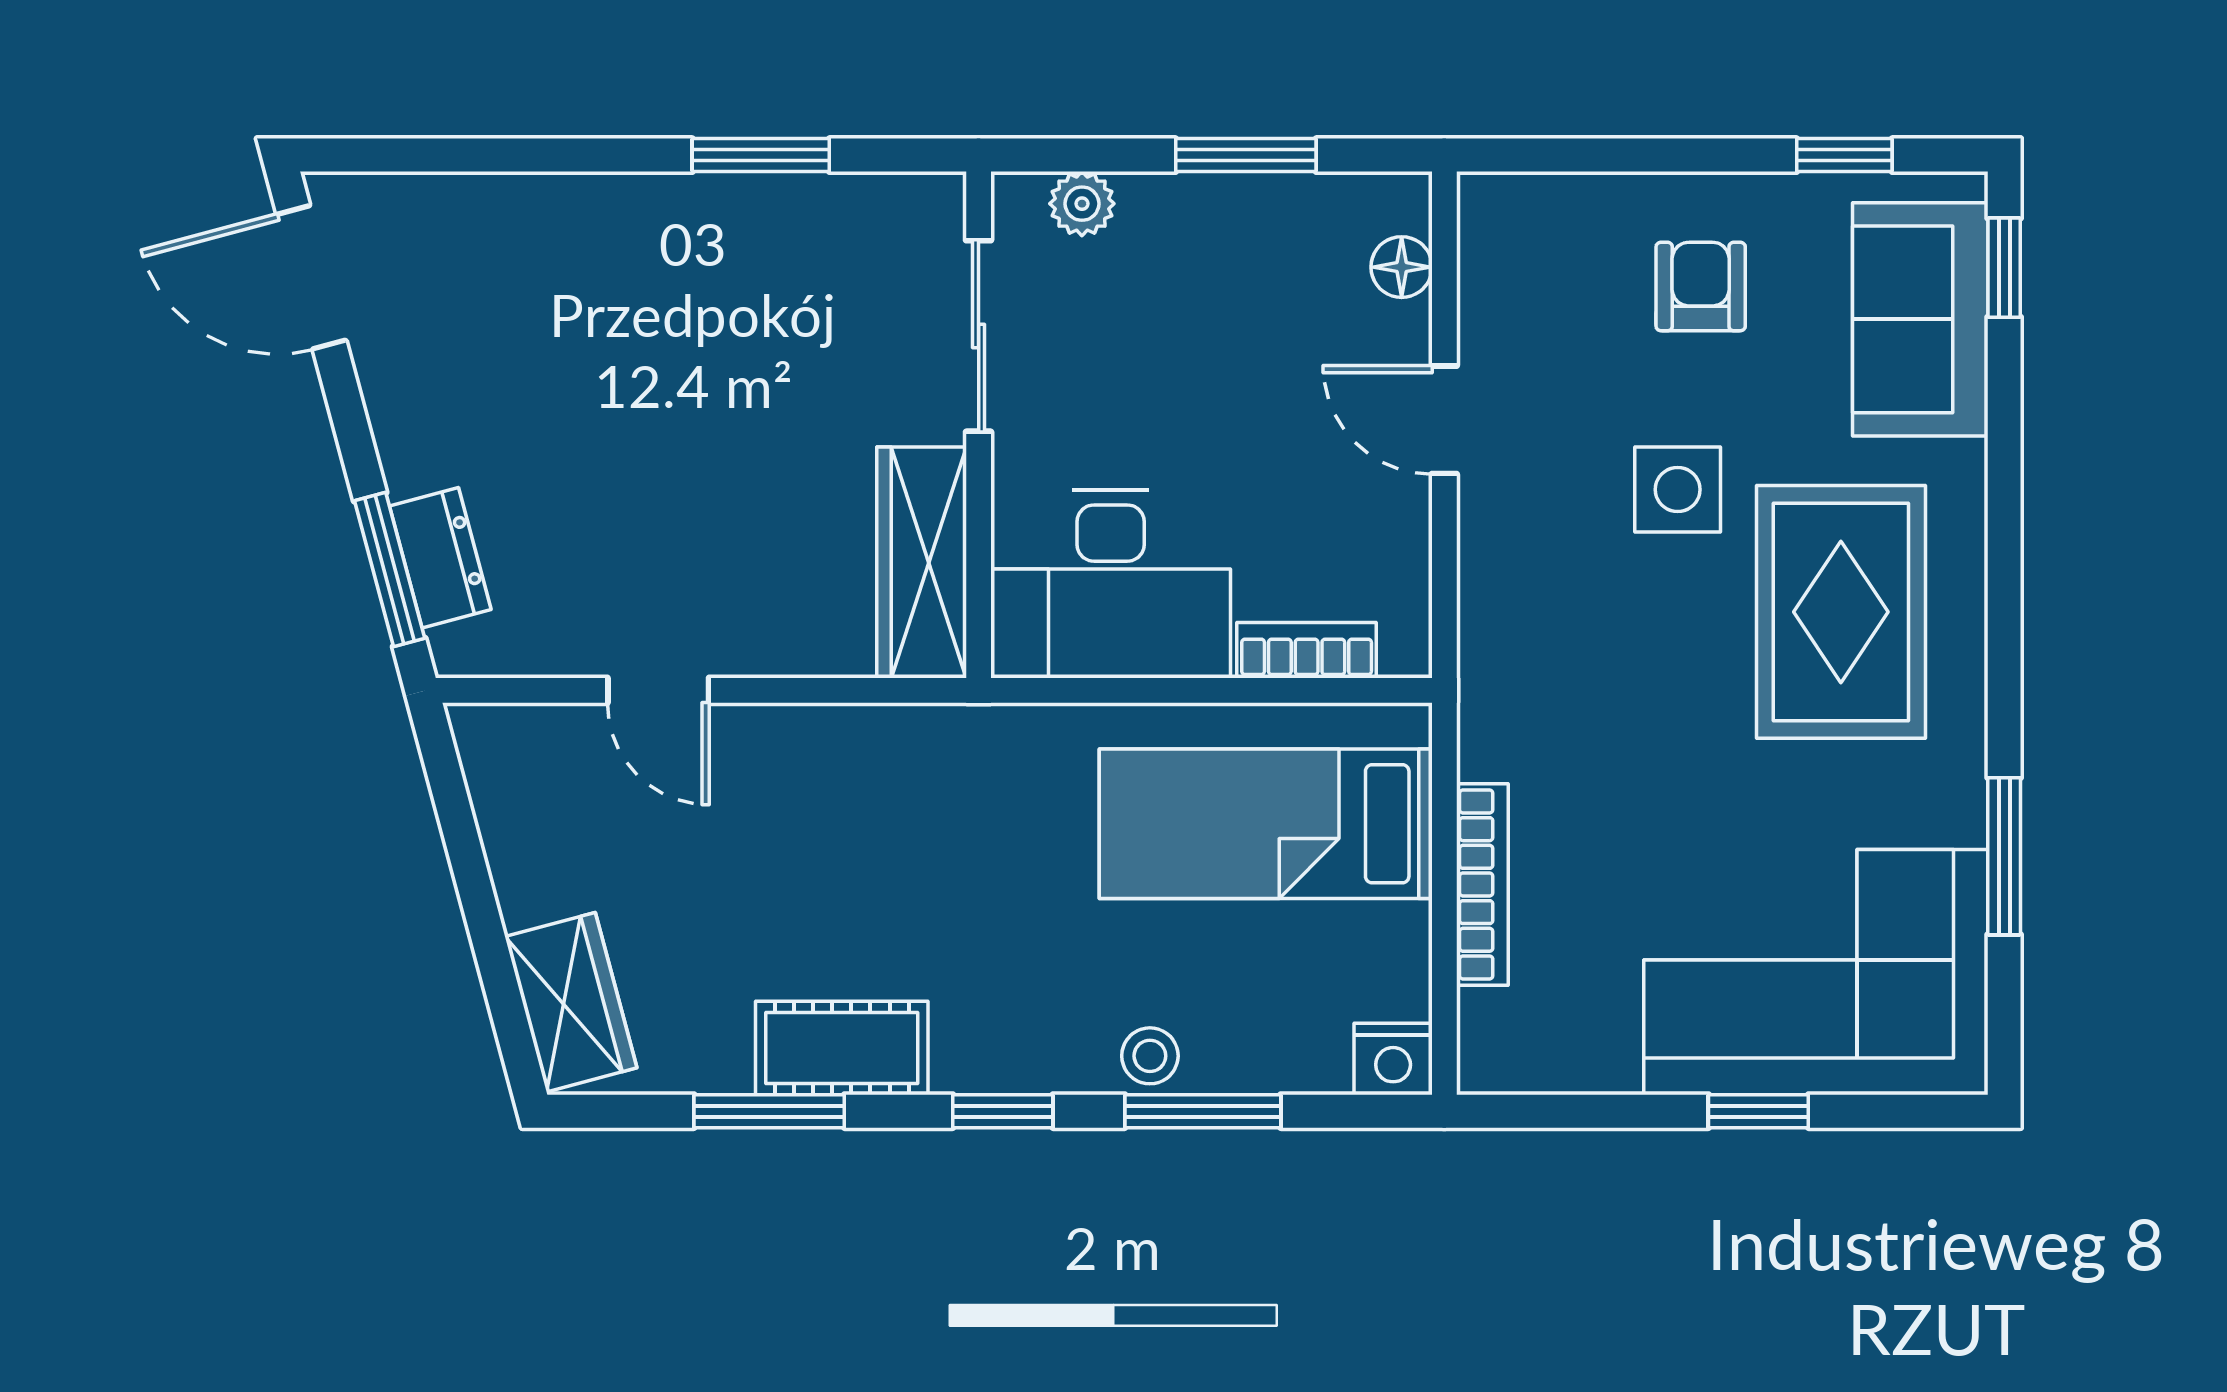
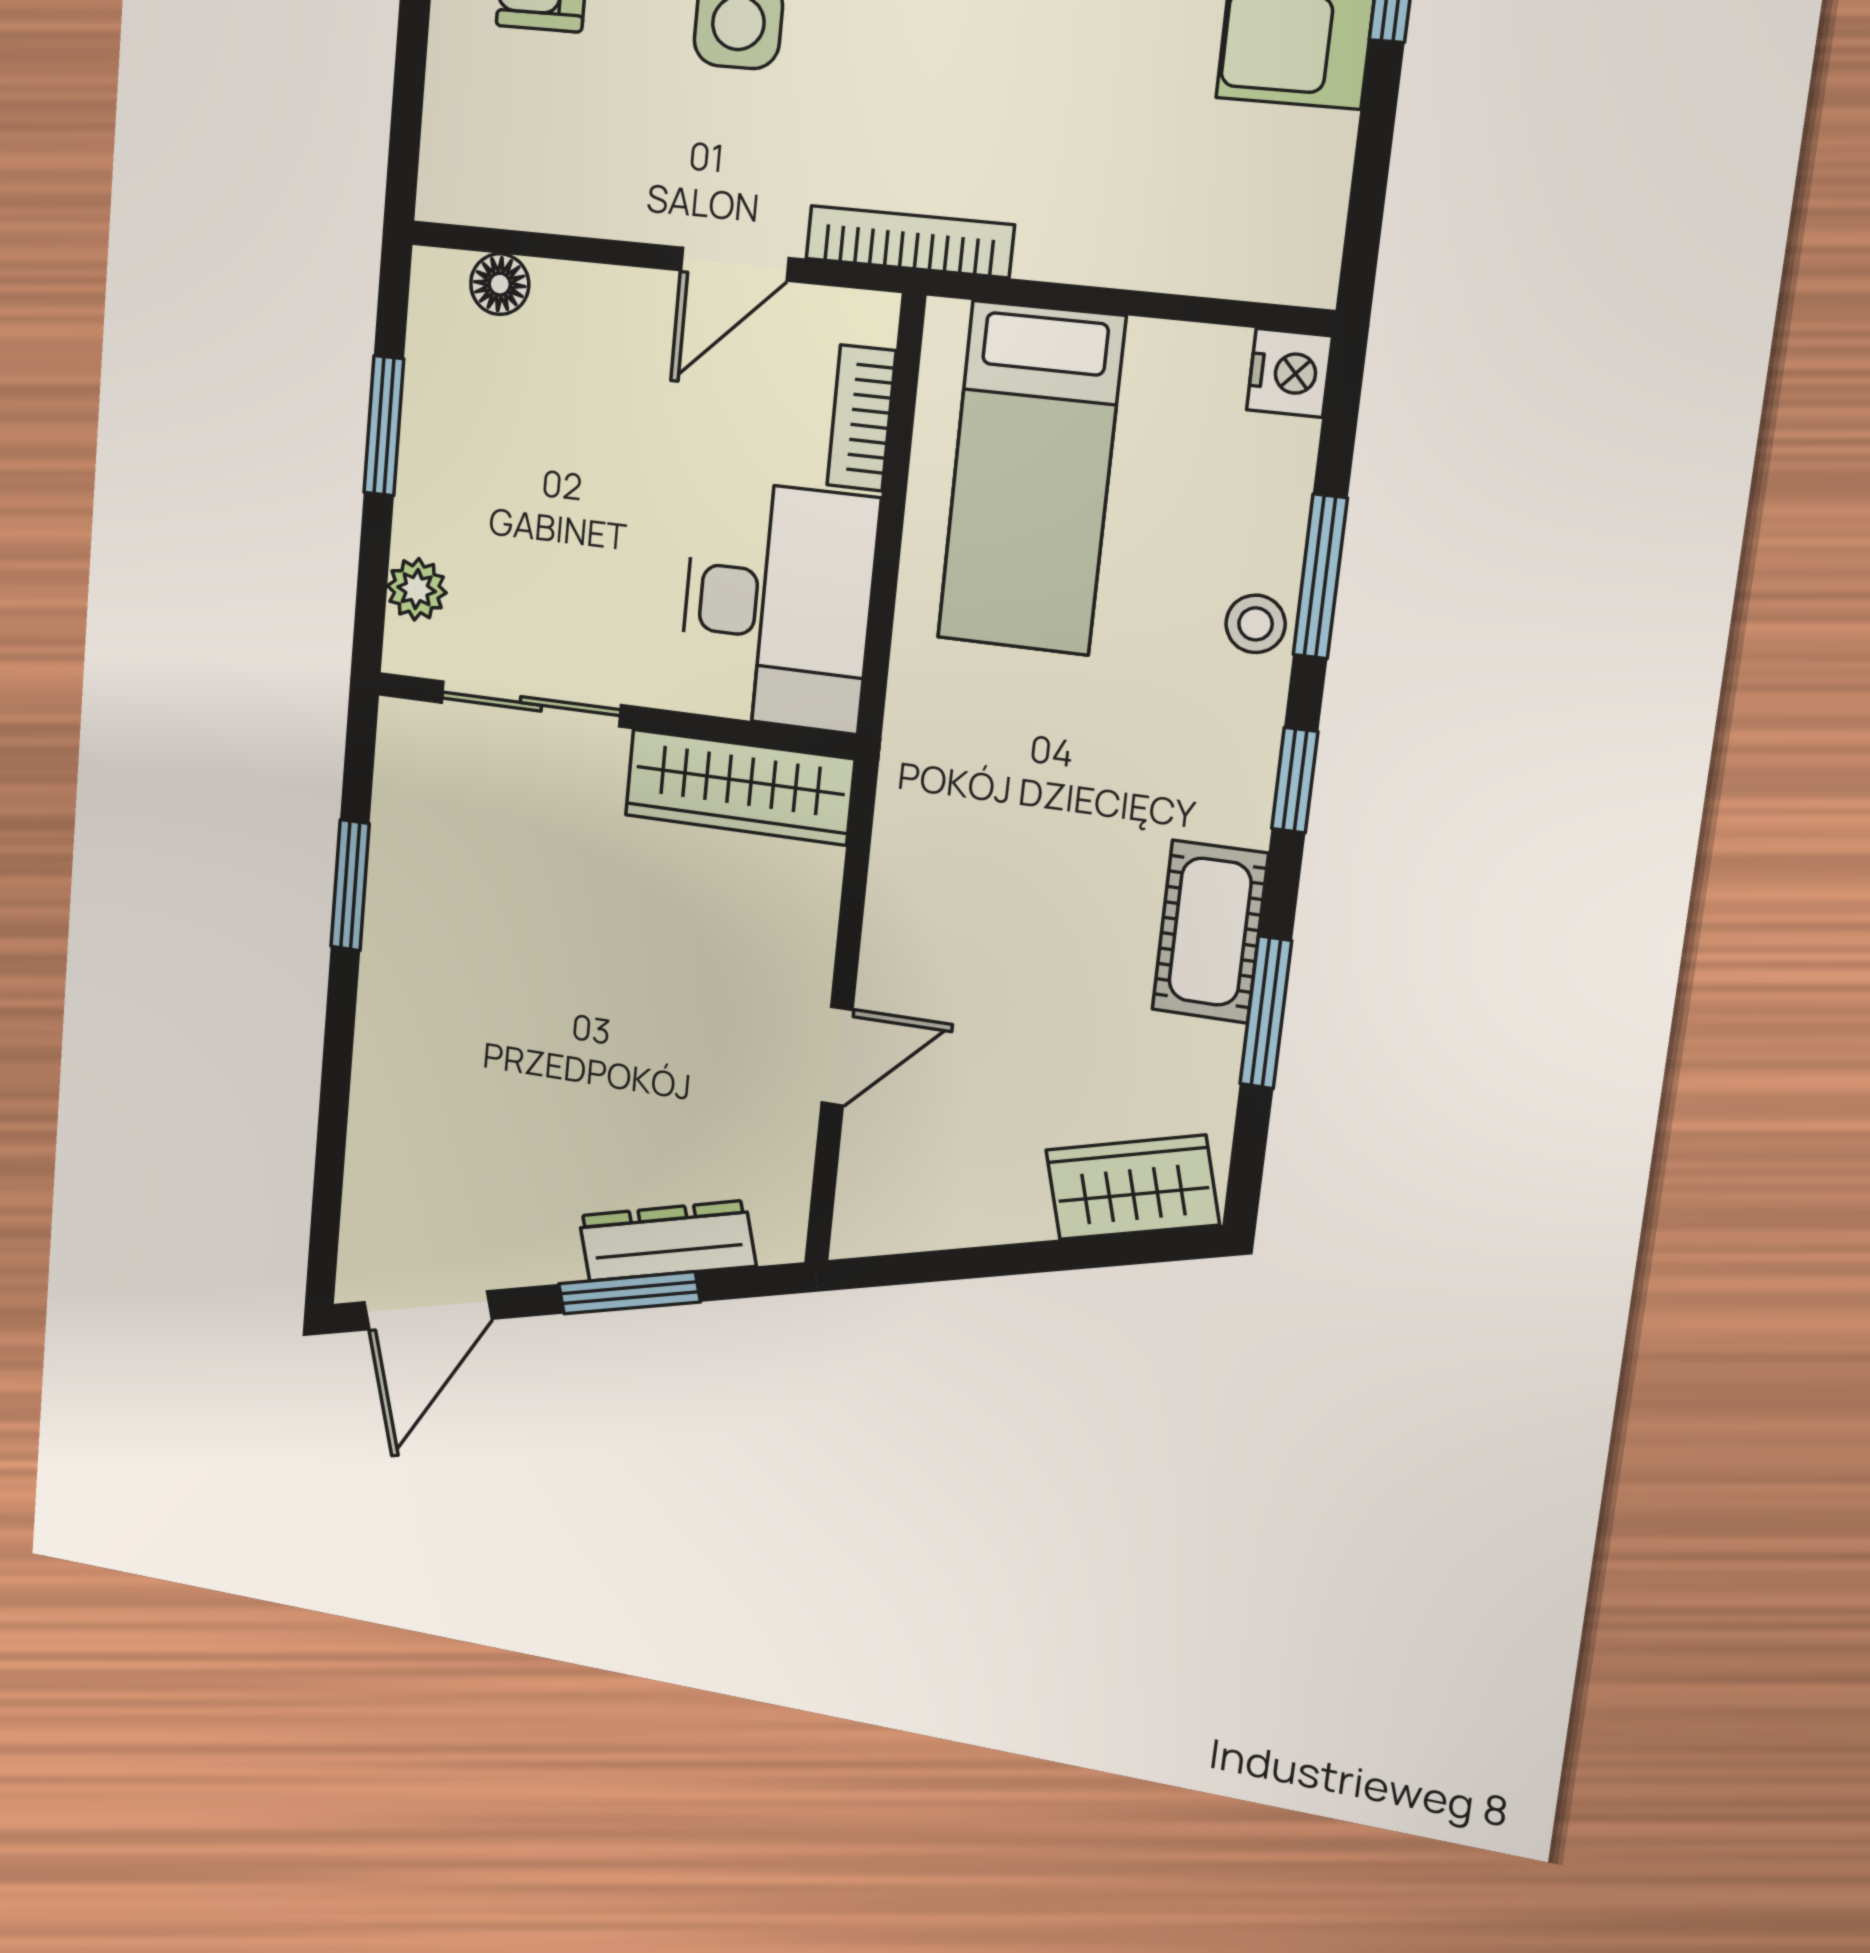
door: (1444, 420) -> (735, 264), moved
dresser: (440, 558) -> (667, 1241), width x1.44
window: (390, 570) -> (629, 1293), moved
bookcase: (1482, 884) -> (910, 242), moved

